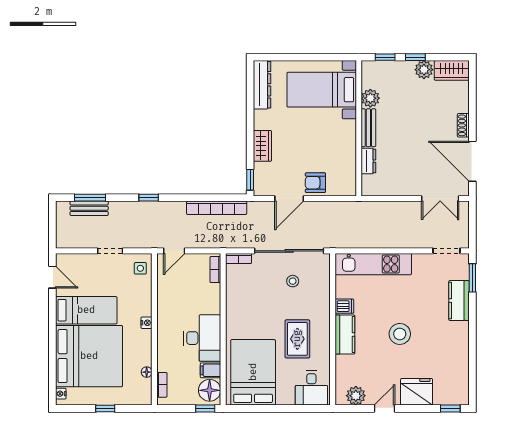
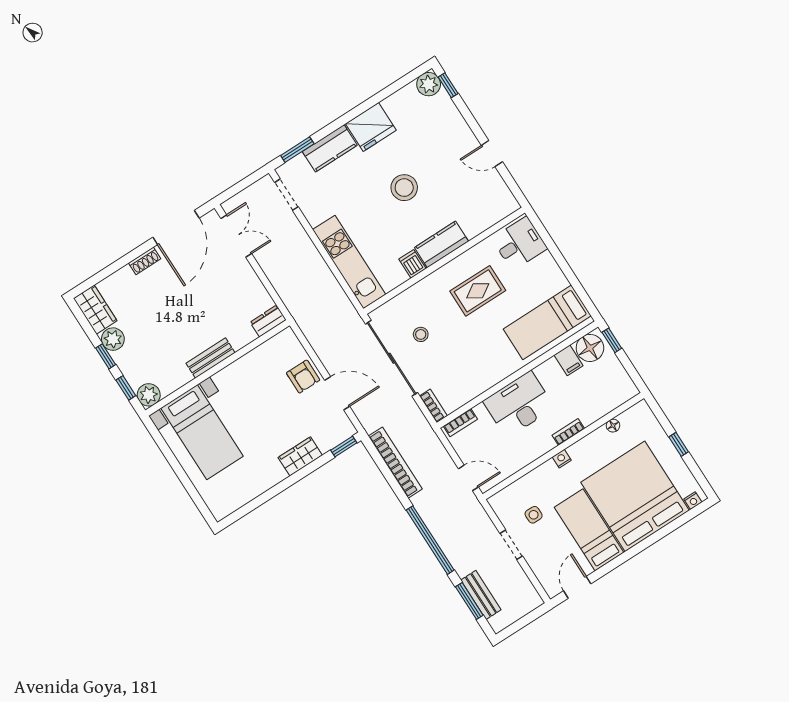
dresser: (262, 85) -> (237, 497), removed
plant: (370, 98) -> (149, 395), moved
dresser: (368, 161) -> (268, 321), moved
window: (149, 198) -> (430, 540), width x3.17
side table: (140, 268) -> (534, 515), moved
desk: (202, 338) -> (519, 404), moved
bed: (253, 372) -> (547, 322), width x0.67
bookcase: (162, 385) -> (568, 432), moved
fridge: (417, 392) -> (371, 127), moved, turned -90
plant: (356, 396) -> (429, 84), moved

